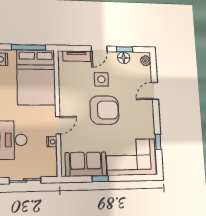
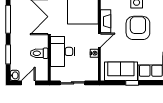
fireplace: (65, 102) -> (106, 21), added
armchair: (104, 110) -> (138, 28), turned -90

